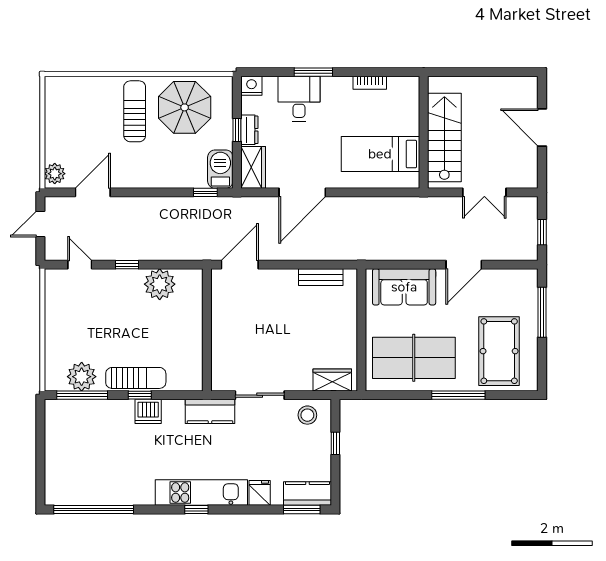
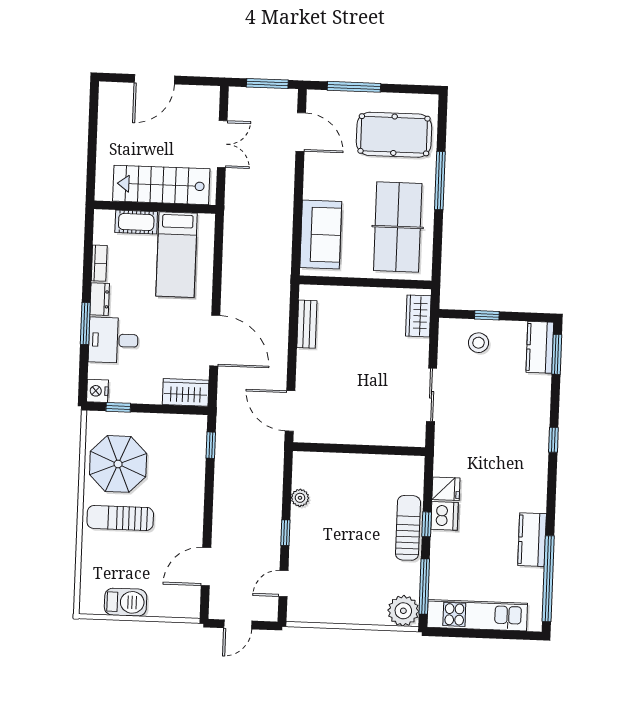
cot: (409, 116) -> (136, 222), added
window: (237, 130) -> (118, 407), moved
dresser: (249, 130) -> (100, 299), moved, turned 90
barbecue: (220, 169) -> (126, 602), moved, turned 180
plant: (55, 174) -> (184, 607), removed
door: (93, 192) -> (206, 567), hinge flipped
door: (40, 224) -> (238, 624), hinge flipped
window: (542, 232) -> (267, 84), width x1.50
door: (464, 265) -> (301, 132), moved
plant: (160, 284) -> (300, 498), width x0.53, depth x0.53
plant: (82, 377) -> (403, 611), moved
kitchen counter: (210, 411) -> (532, 540), moved, turned 180
stool: (307, 415) -> (478, 343), moved
kitchen unit: (201, 493) -> (477, 615), moved, turned 90
fridge: (260, 493) -> (446, 489), moved, turned 180
window: (196, 510) -> (553, 440), moved

